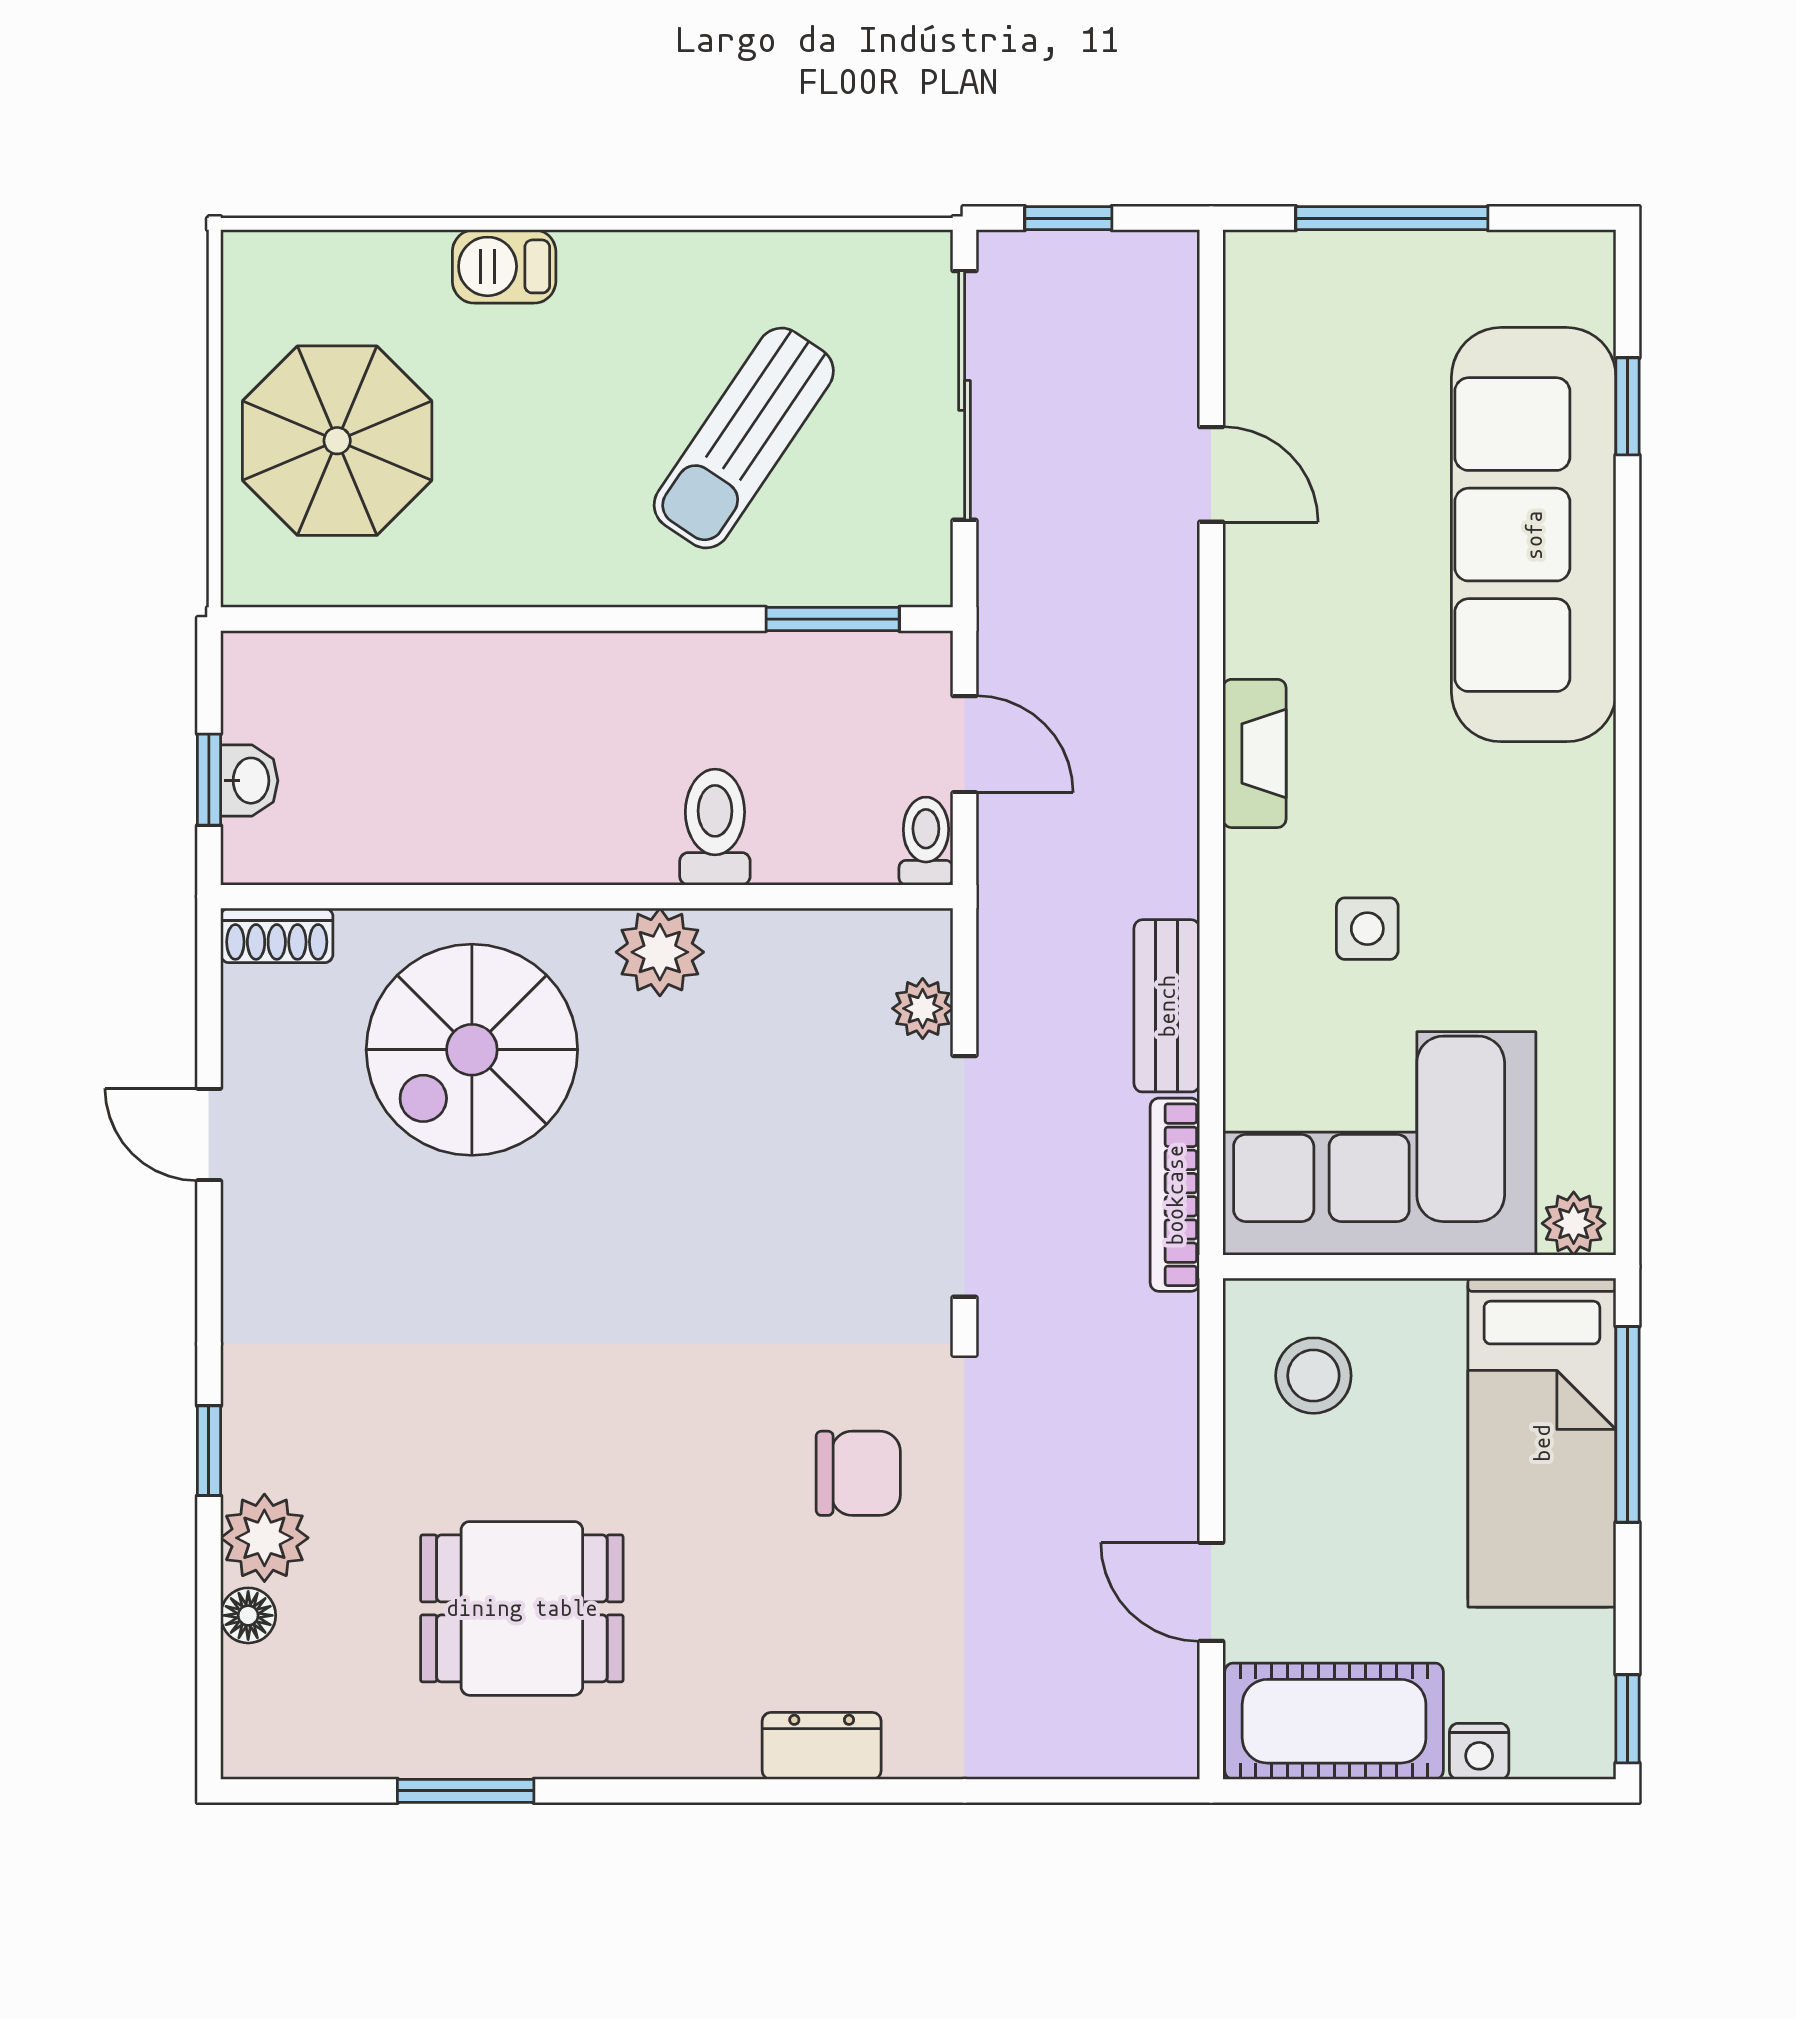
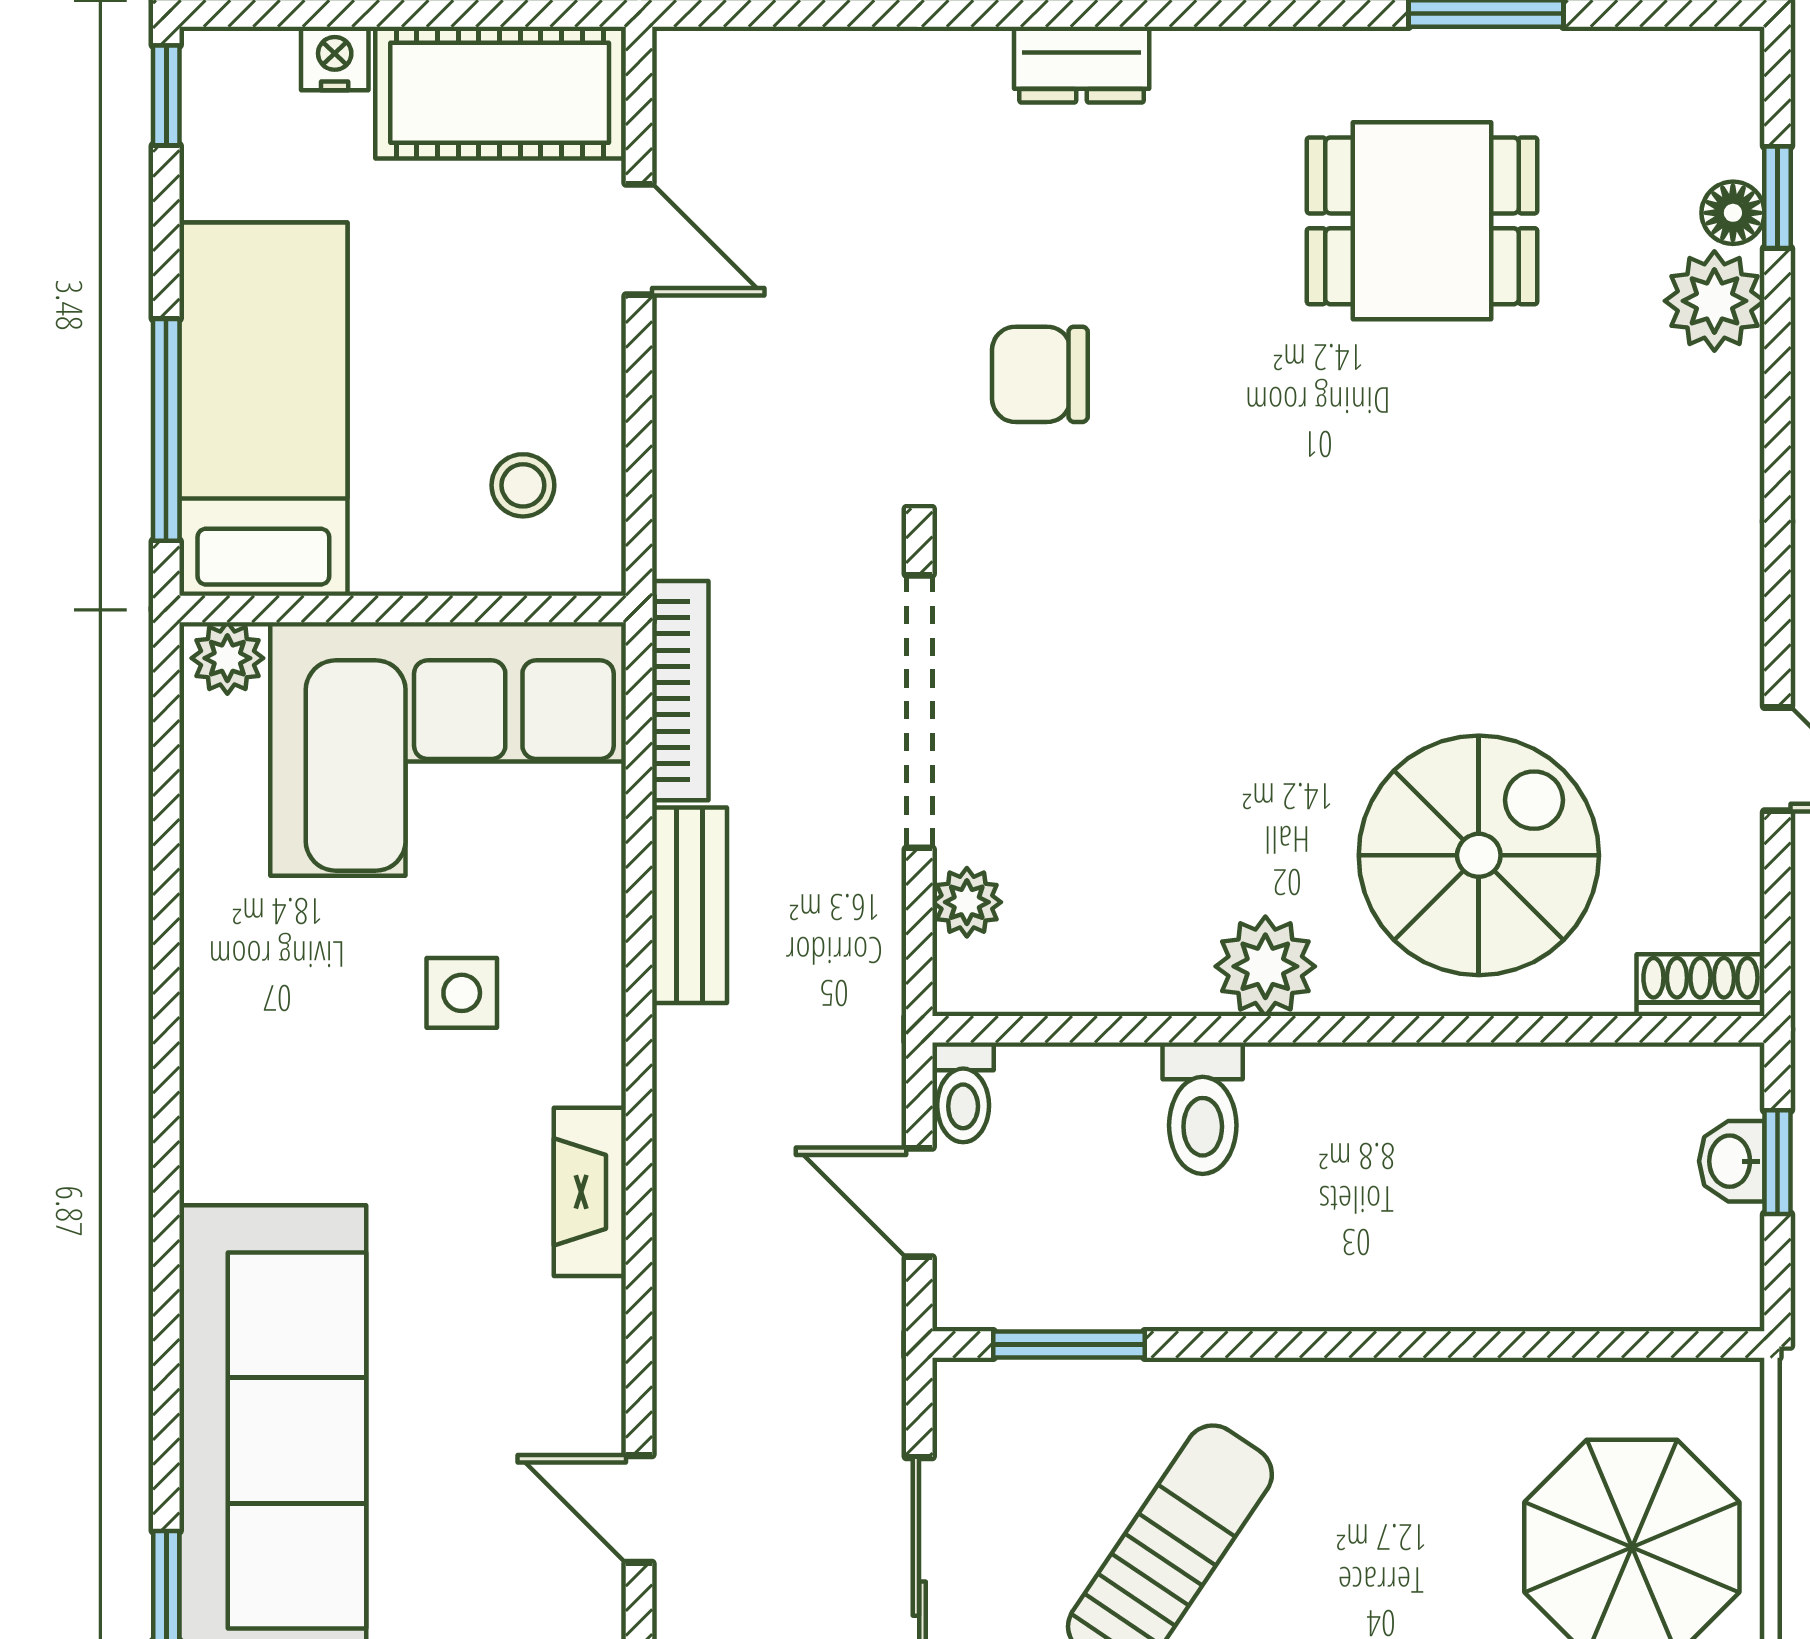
stool: (1313, 1376) -> (523, 485), width x0.73, depth x0.73
window: (209, 1451) -> (1777, 197), moved

